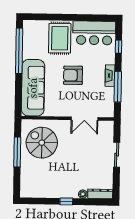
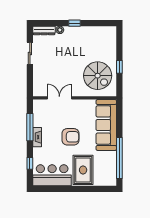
window: (17, 152) -> (119, 67), width x0.46
sliding door: (117, 155) -> (30, 53), moved

